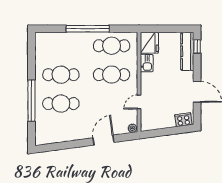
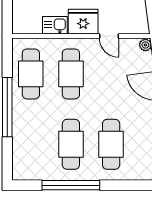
fridge: (149, 43) -> (83, 22), moved
window: (31, 101) -> (71, 185), moved

